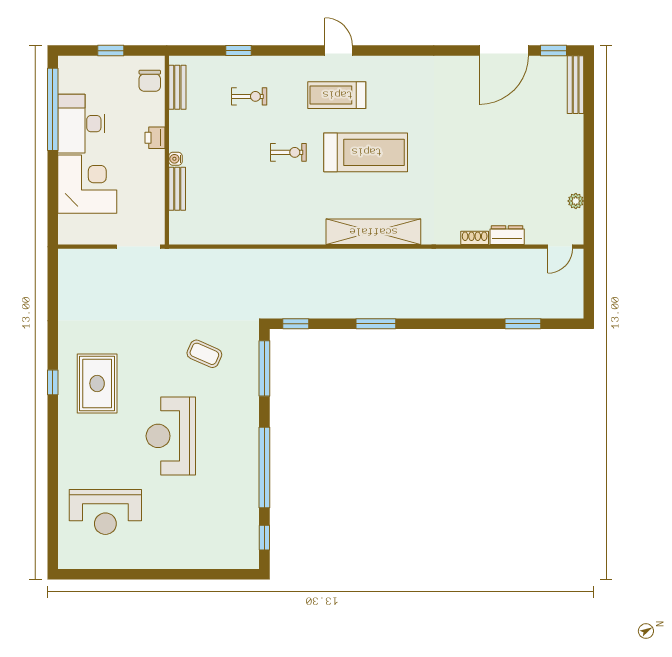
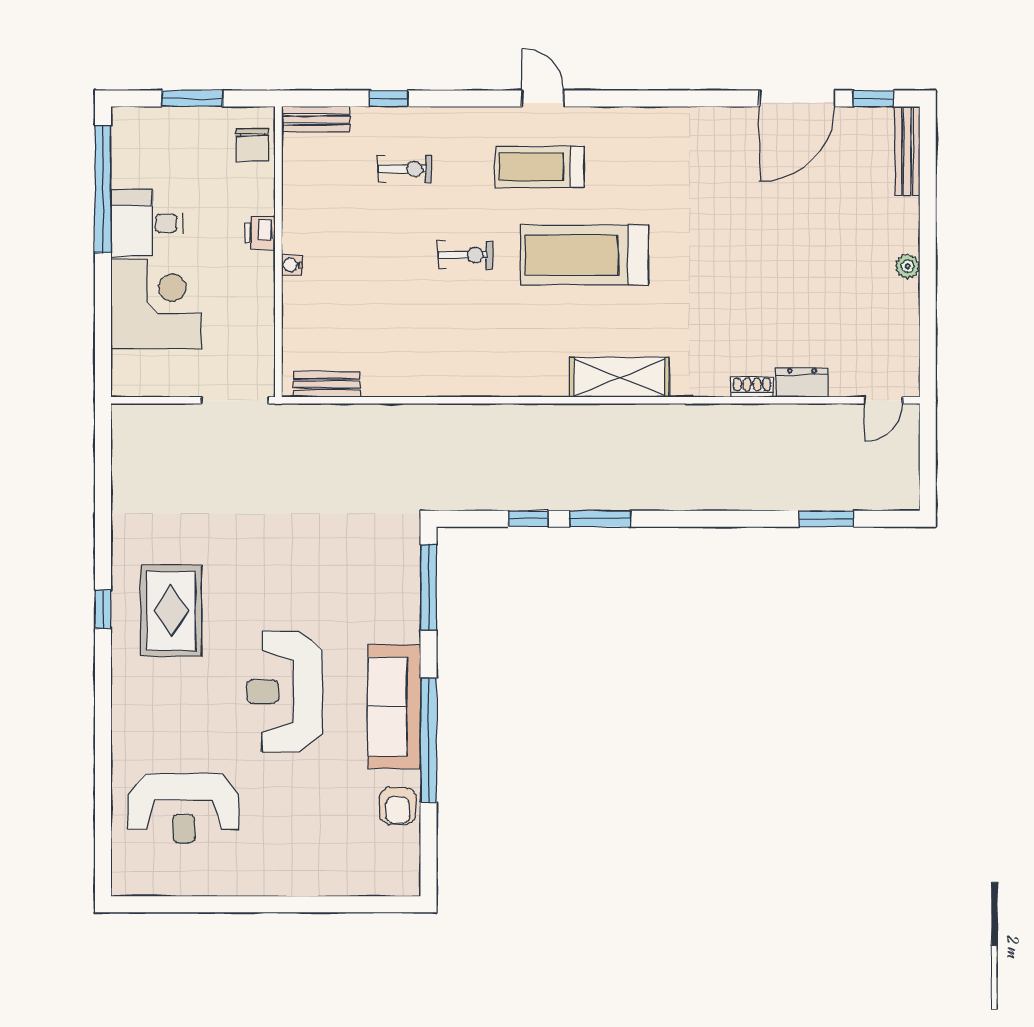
window: (111, 51) -> (192, 98), width x1.50
bench: (177, 87) -> (316, 119), moved, turned 90
desk: (81, 124) -> (147, 223), width x0.73
treadmill: (366, 152) -> (584, 255), turned 180
bench: (177, 189) -> (327, 384), moved, turned 90
plant: (576, 201) -> (908, 266), moved
shelving: (373, 232) -> (619, 377), width x0.68
window: (296, 324) -> (528, 519), moved
coffee table: (204, 354) -> (336, 565), removed
sofa: (242, 446) -> (394, 707), added
armchair: (244, 510) -> (398, 806), added
window: (264, 538) -> (428, 848), removed

